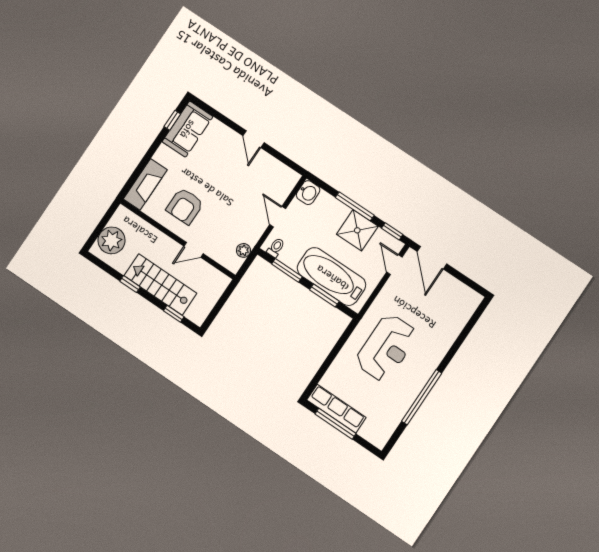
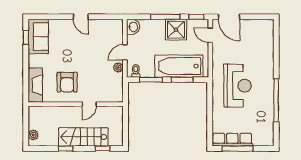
door: (278, 217) -> (125, 52), hinge flipped
plant: (112, 240) -> (33, 135), width x0.53, depth x0.53
plant: (243, 250) -> (118, 67), moved

